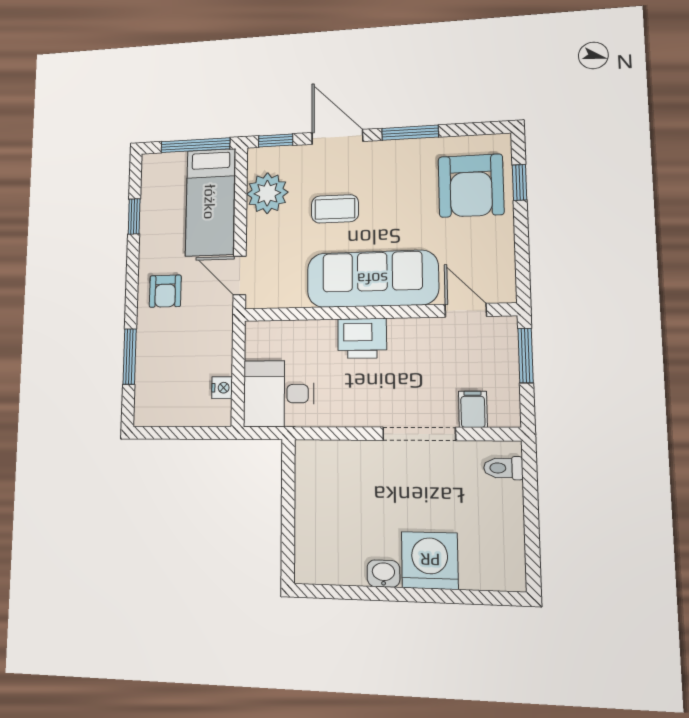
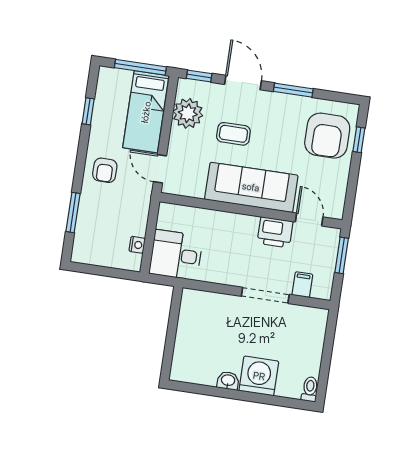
printer: (362, 338) -> (275, 232), moved
toilet: (503, 468) -> (310, 389), moved, turned 90

